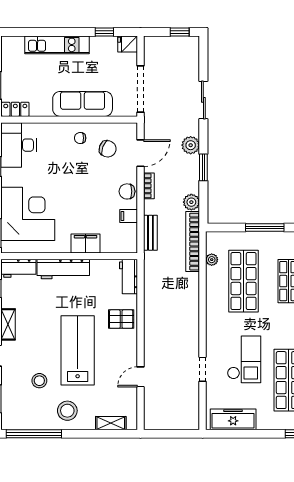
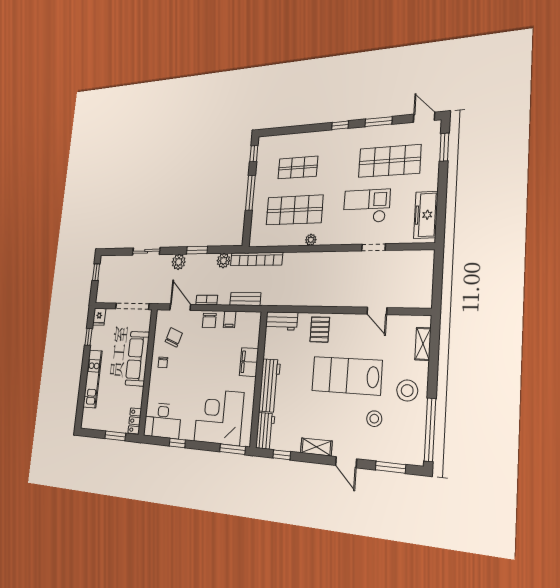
plant: (212, 260) -> (311, 240), moved

